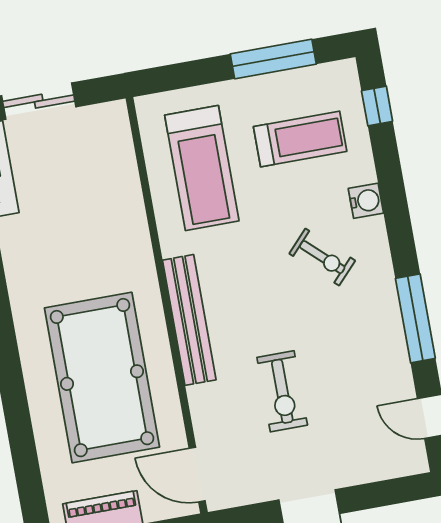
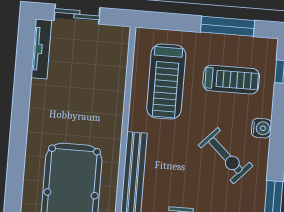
exercise bike: (322, 257) -> (226, 156), width x1.38, depth x1.39

